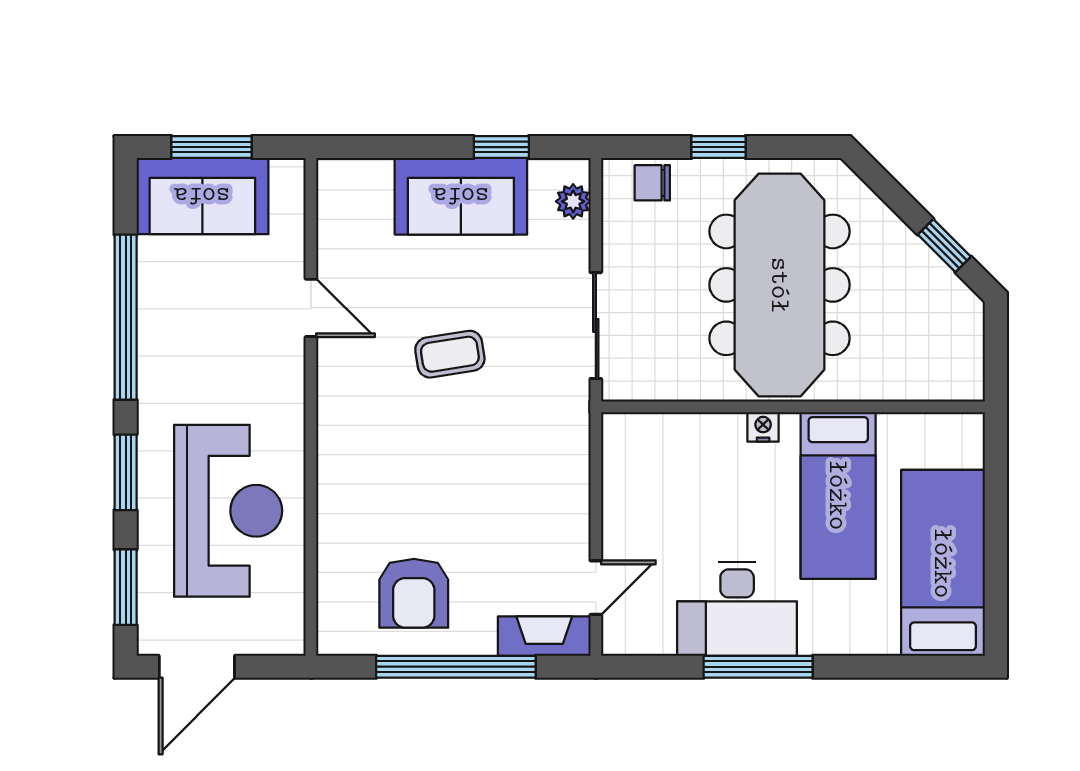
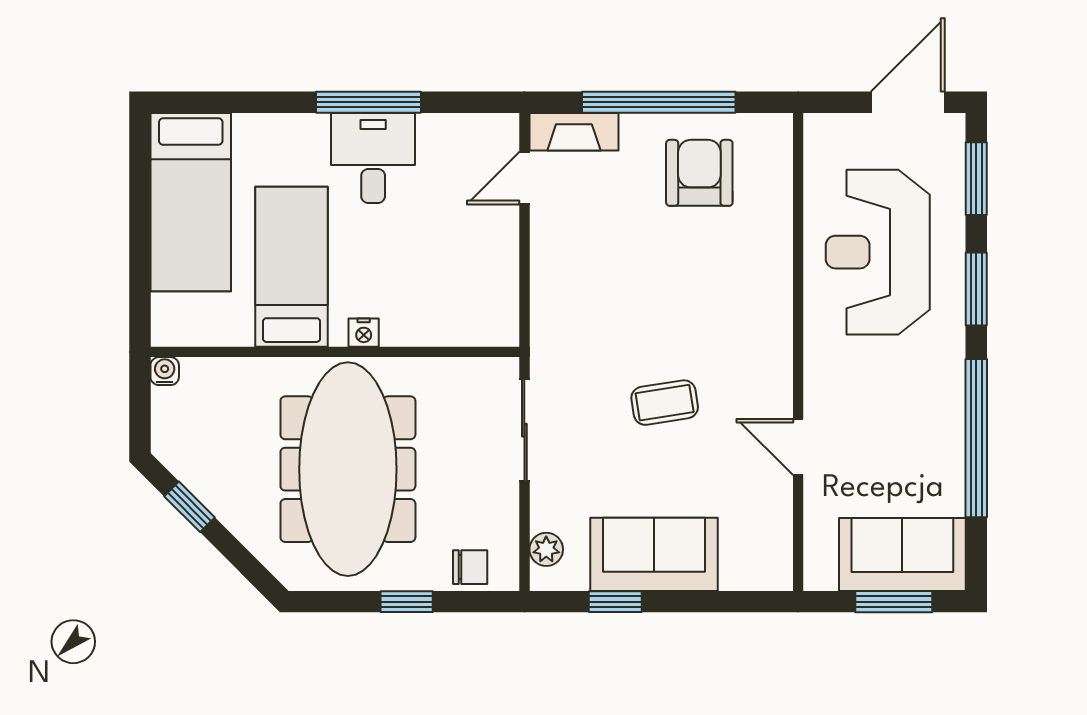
water cooler: (970, 387) -> (165, 371), added
desk: (737, 609) -> (373, 158), width x0.73

